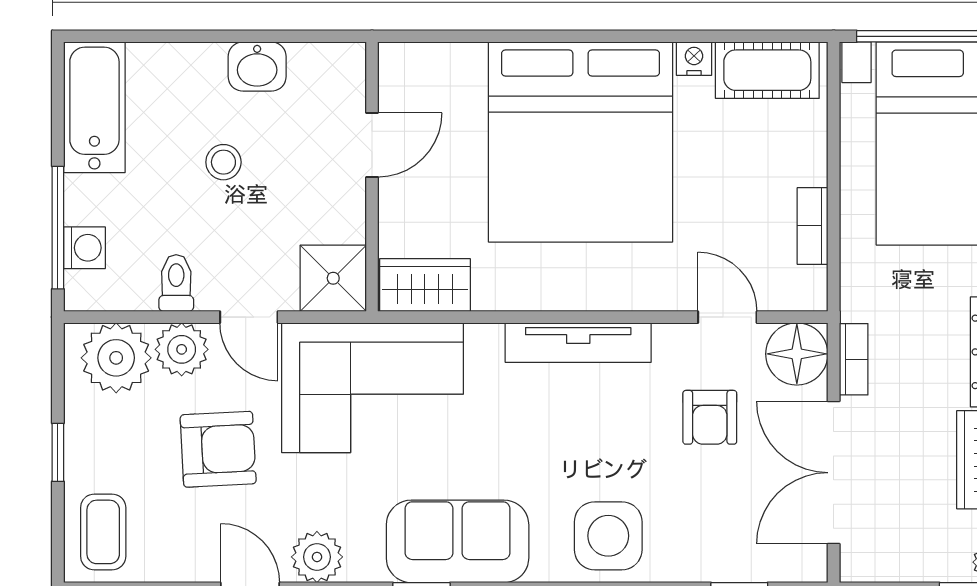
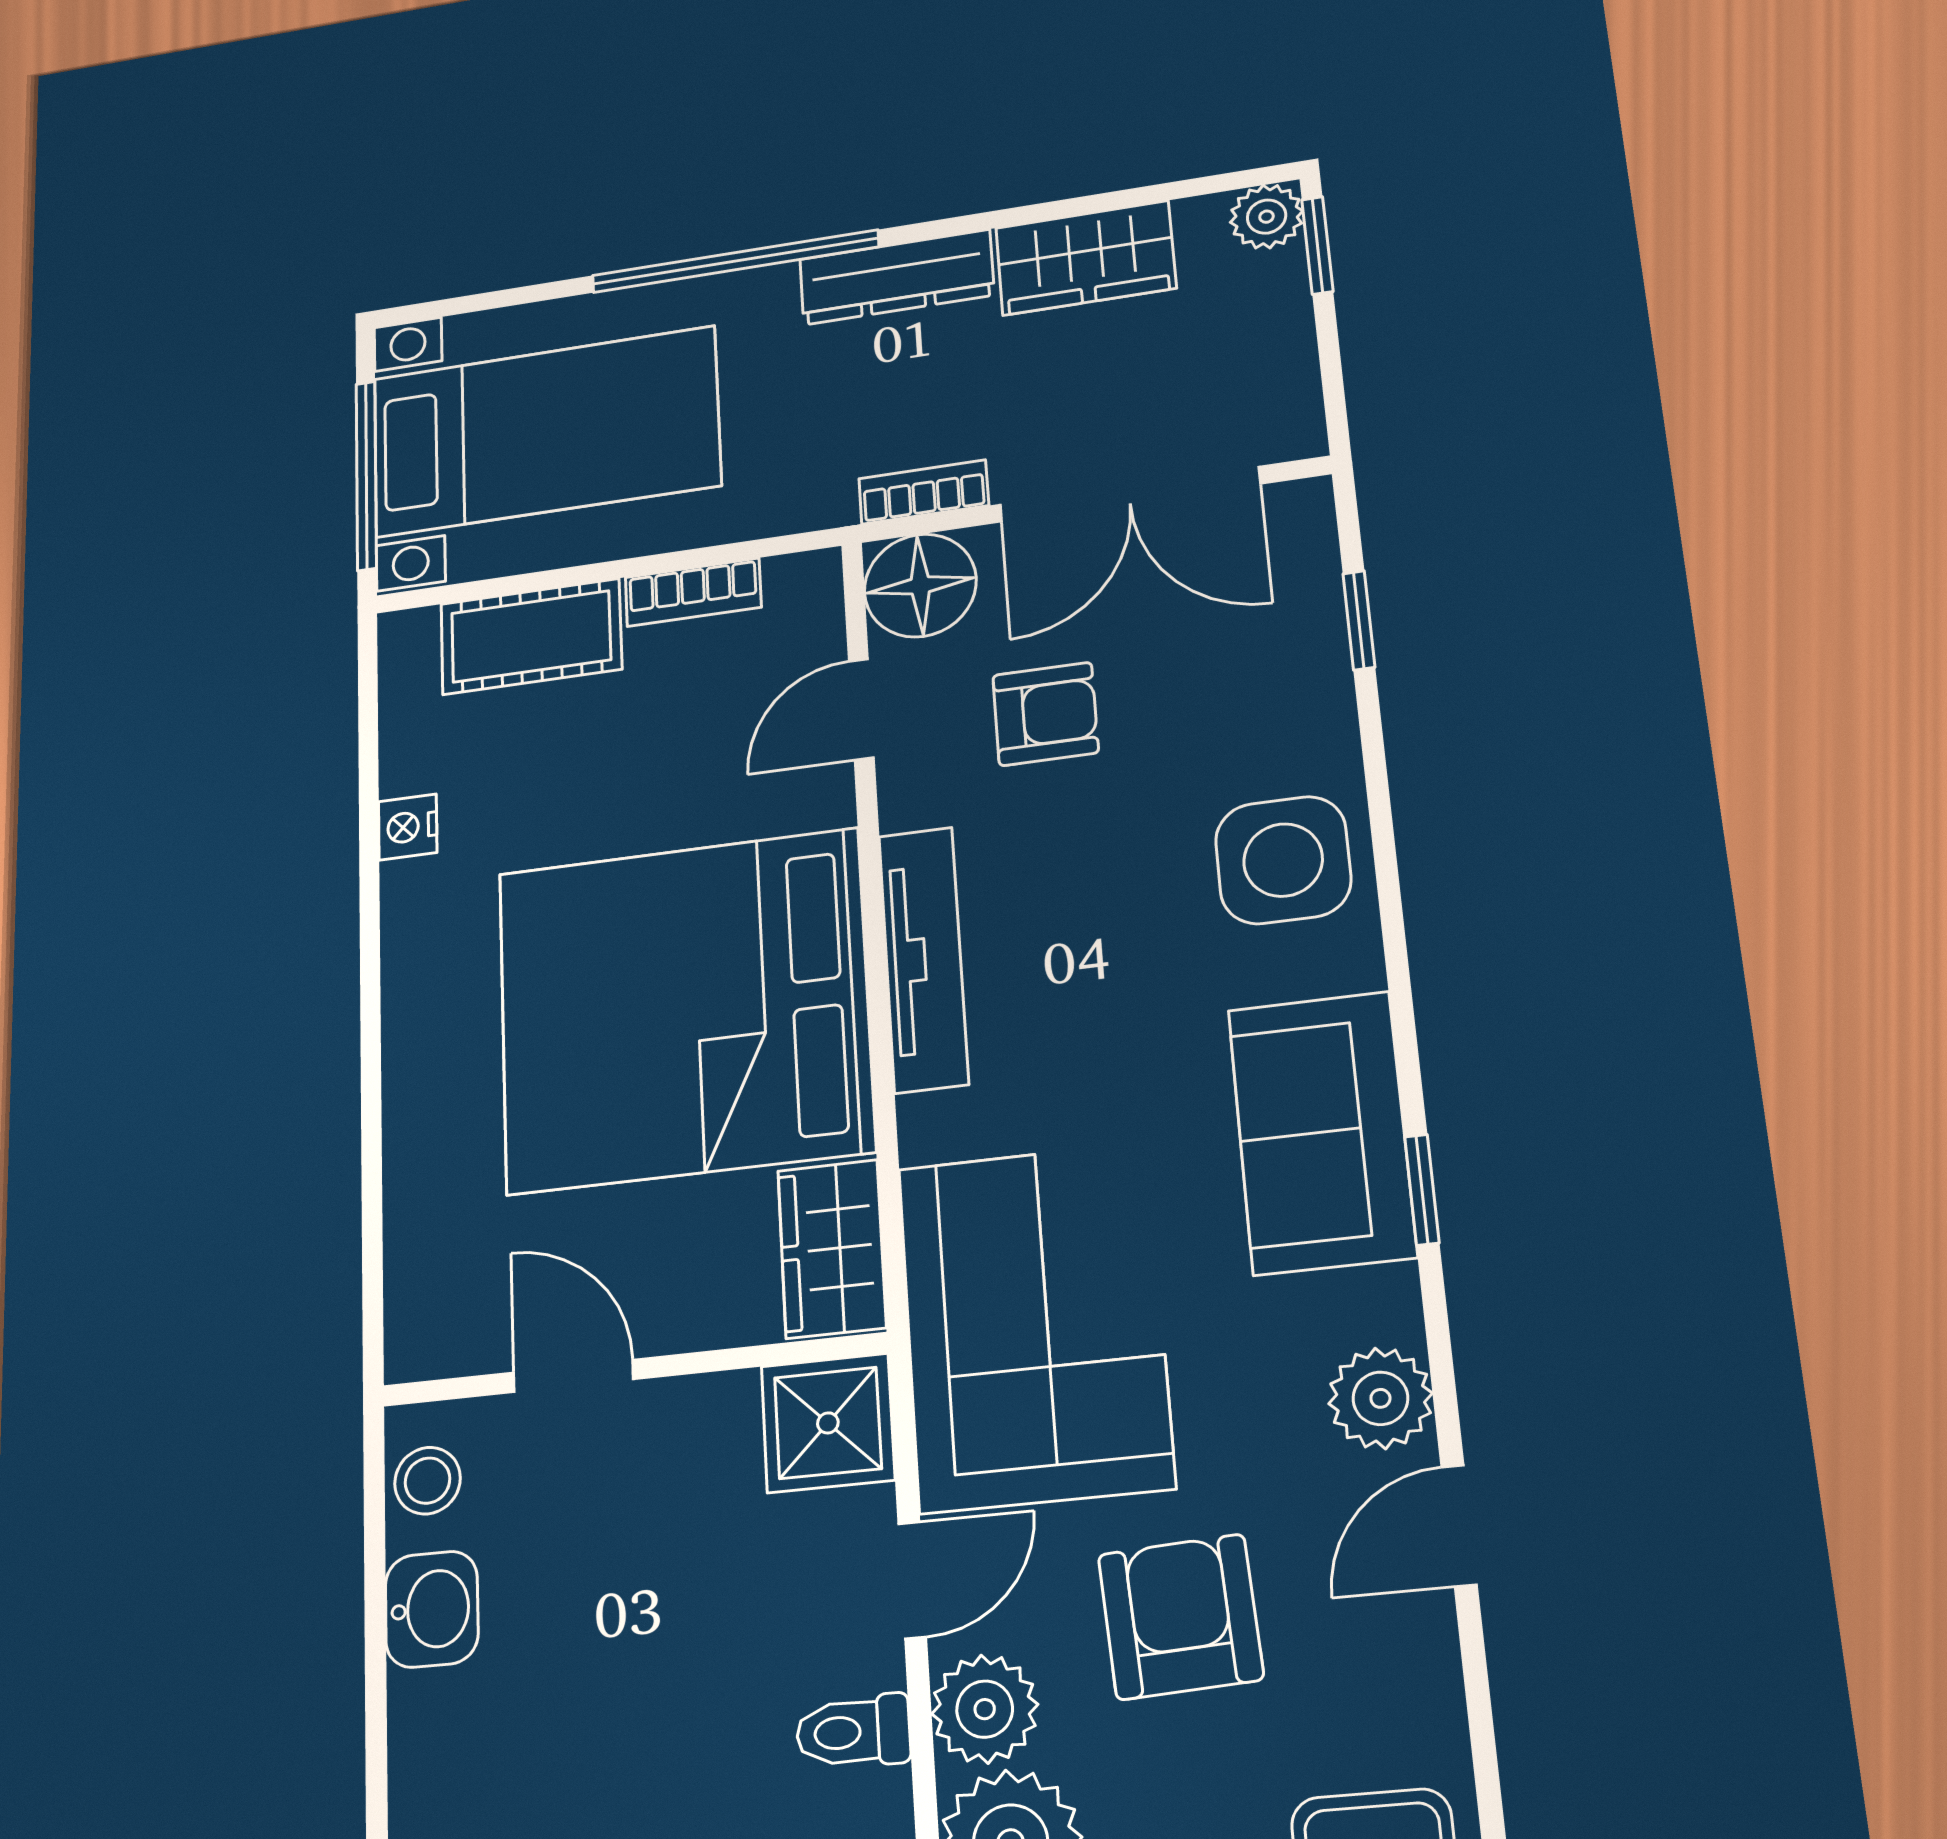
cot: (767, 70) -> (531, 637), moved, turned 90
bed: (580, 142) -> (684, 1010), moved, turned 180
stool: (223, 162) -> (427, 1481), moved

